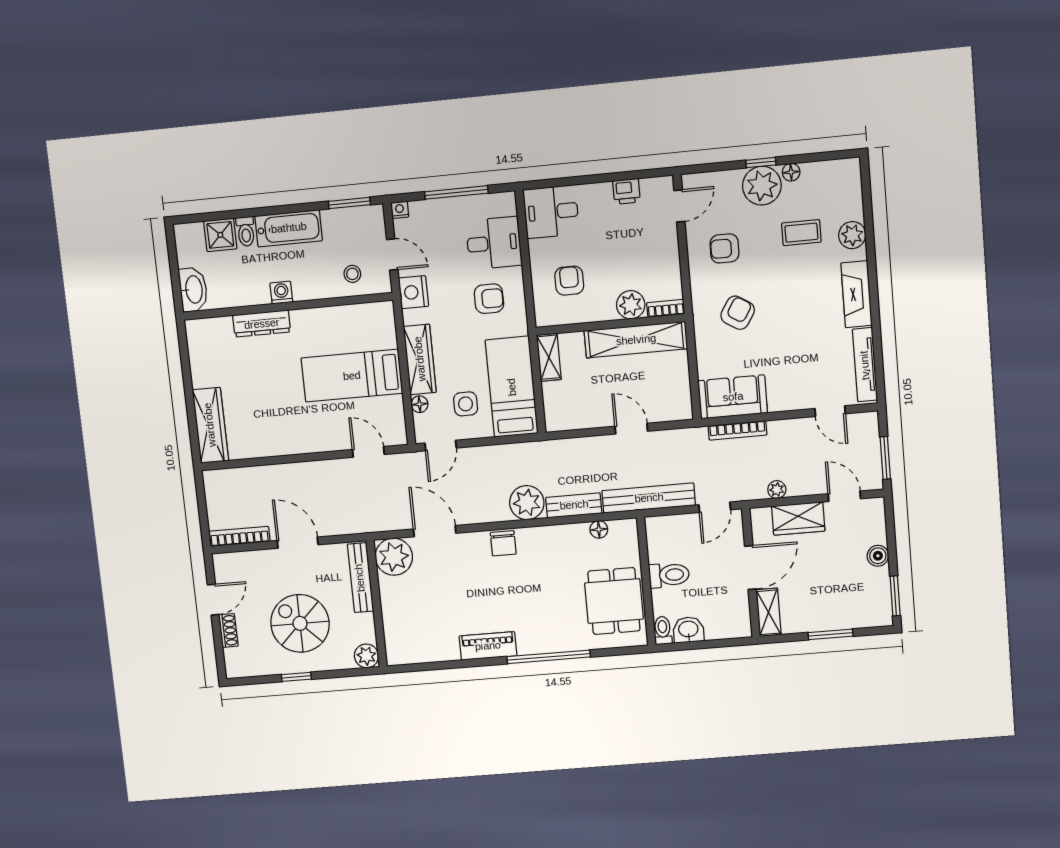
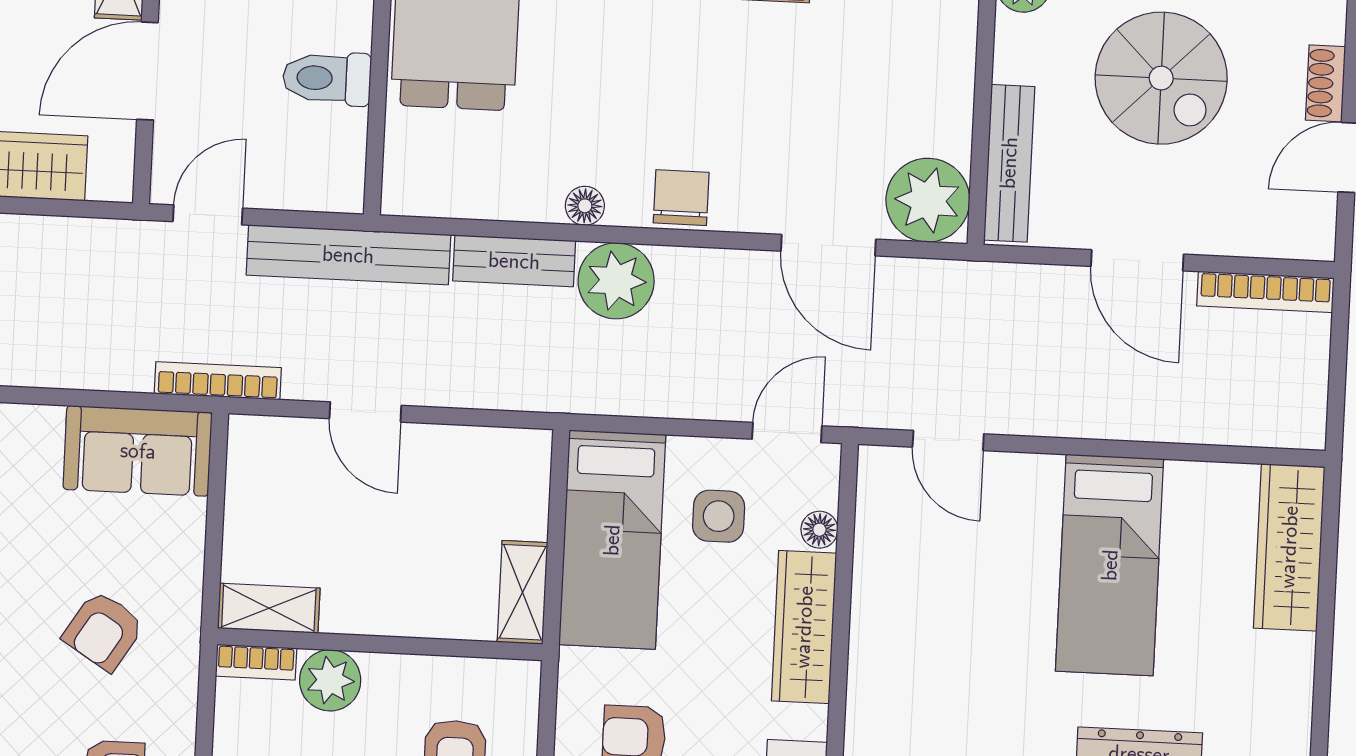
shelving: (636, 340) -> (269, 608), width x0.45, depth x0.75
bed: (352, 376) -> (1110, 565), moved, turned 90
bookcase: (737, 430) -> (218, 381), moved
plant: (777, 490) -> (68, 236), removed
floor lamp: (599, 529) -> (585, 206), moved

